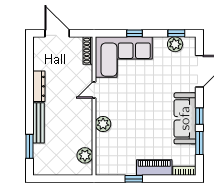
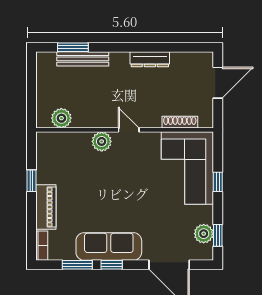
shoe rack: (88, 51) -> (180, 122), moved
door: (94, 90) -> (129, 130), moved
bench: (38, 123) -> (83, 59), moved

